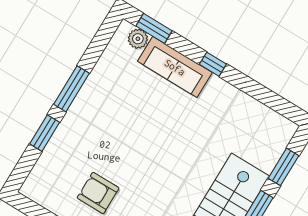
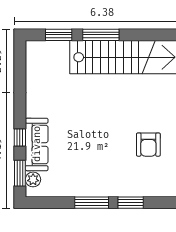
window: (213, 64) -> (20, 138), moved

